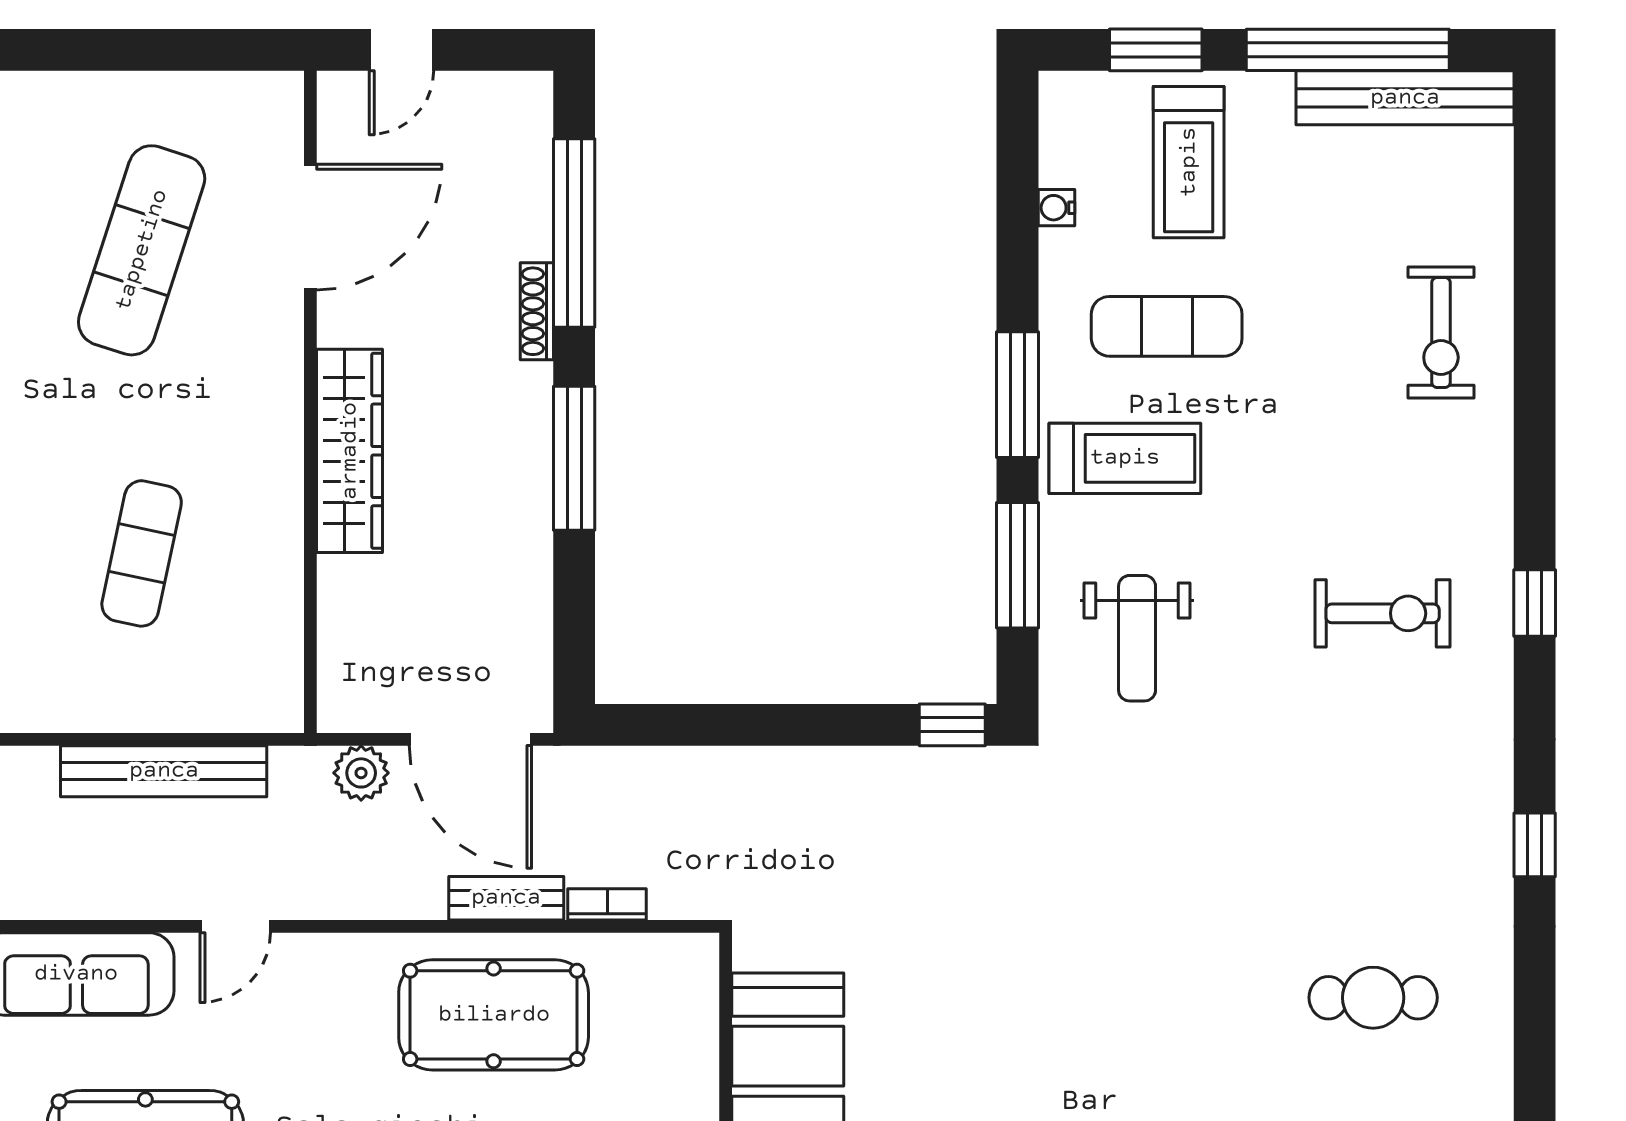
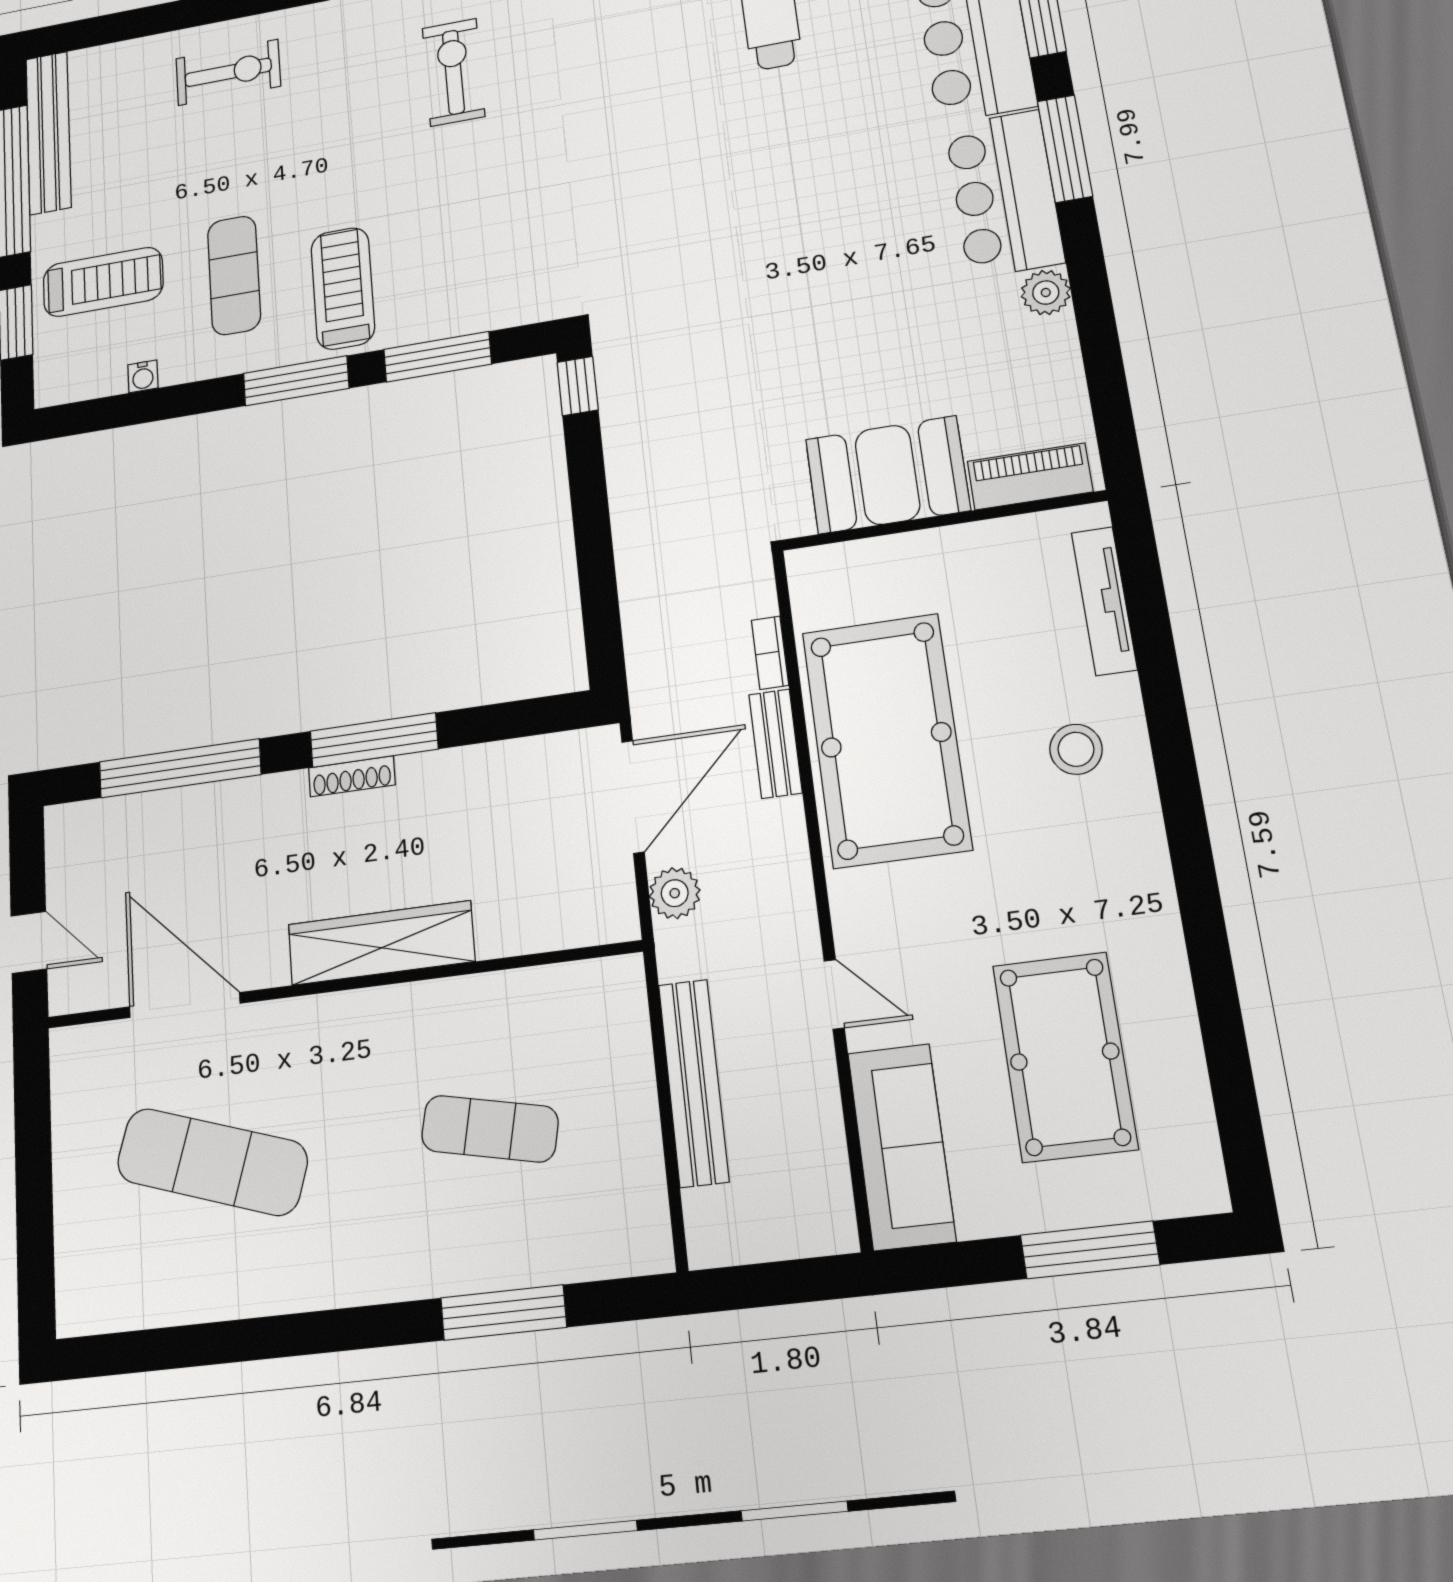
shoe rack: (537, 311) -> (352, 776), moved
weight bench: (1137, 638) -> (490, 253), removed
pool table: (494, 1015) -> (886, 740), width x1.36, depth x1.32

